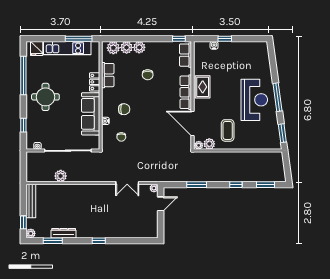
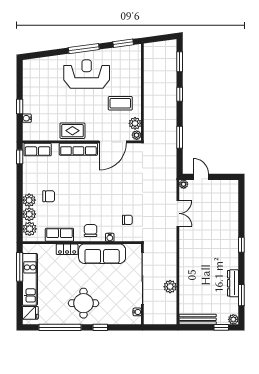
chair: (148, 75) -> (49, 196), moved
chair: (124, 109) -> (91, 231), moved
window: (23, 125) -> (100, 327), moved

